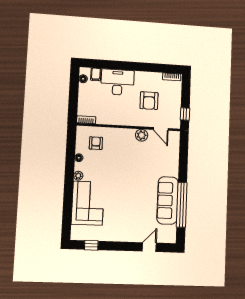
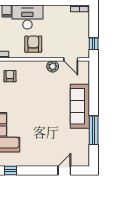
armchair: (149, 101) -> (33, 44), moved, turned 180
sofa: (168, 200) -> (80, 106), moved
window: (182, 205) -> (94, 130), width x0.68

